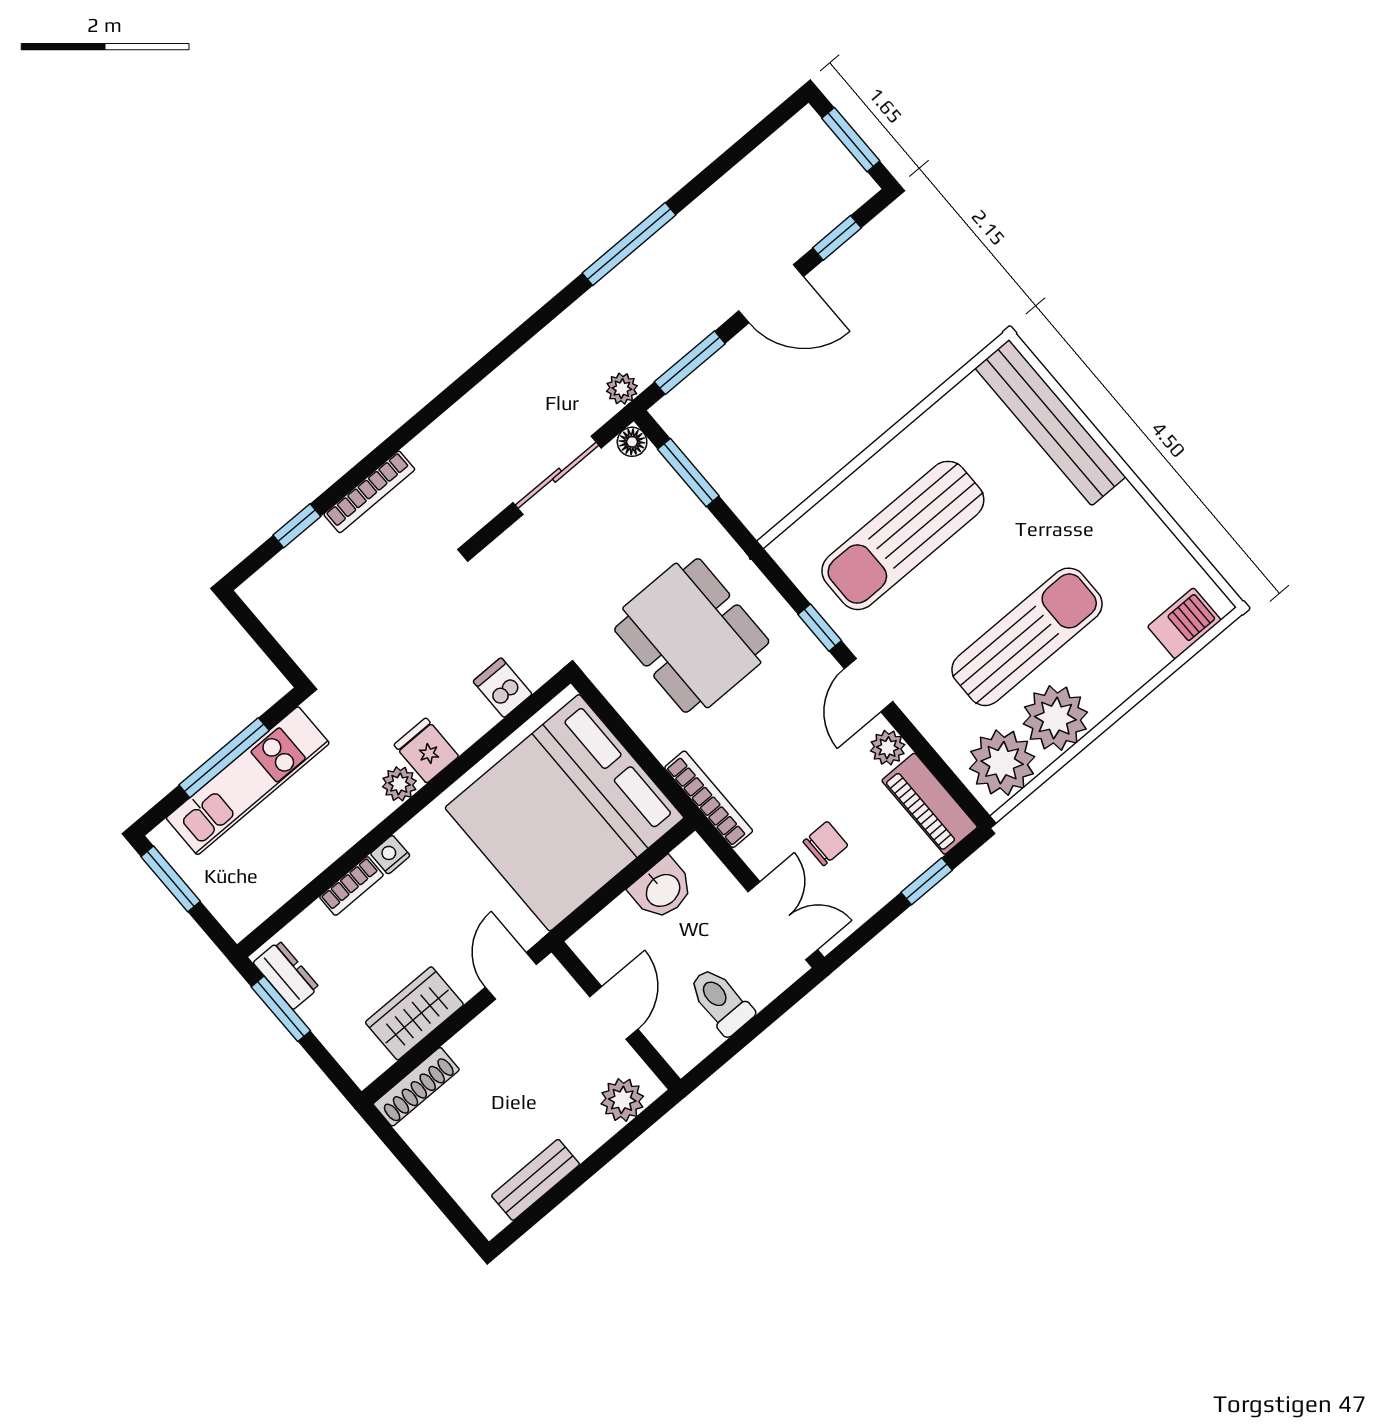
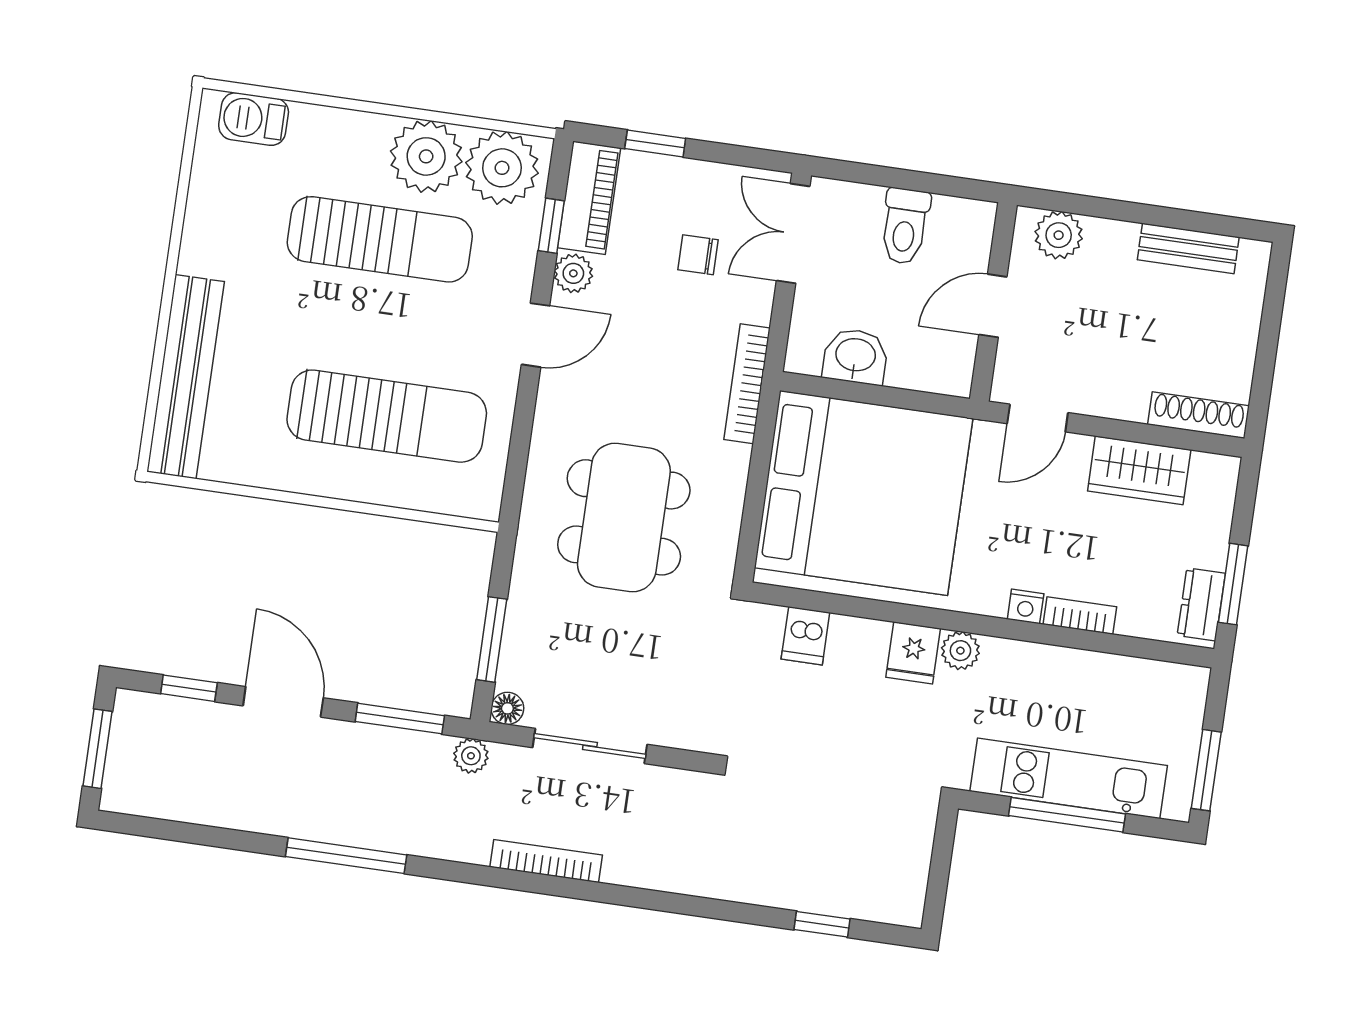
bookcase: (369, 492) -> (546, 861), moved
window: (820, 628) -> (551, 226), moved
sun lounger: (1027, 637) -> (380, 239), turned 180

